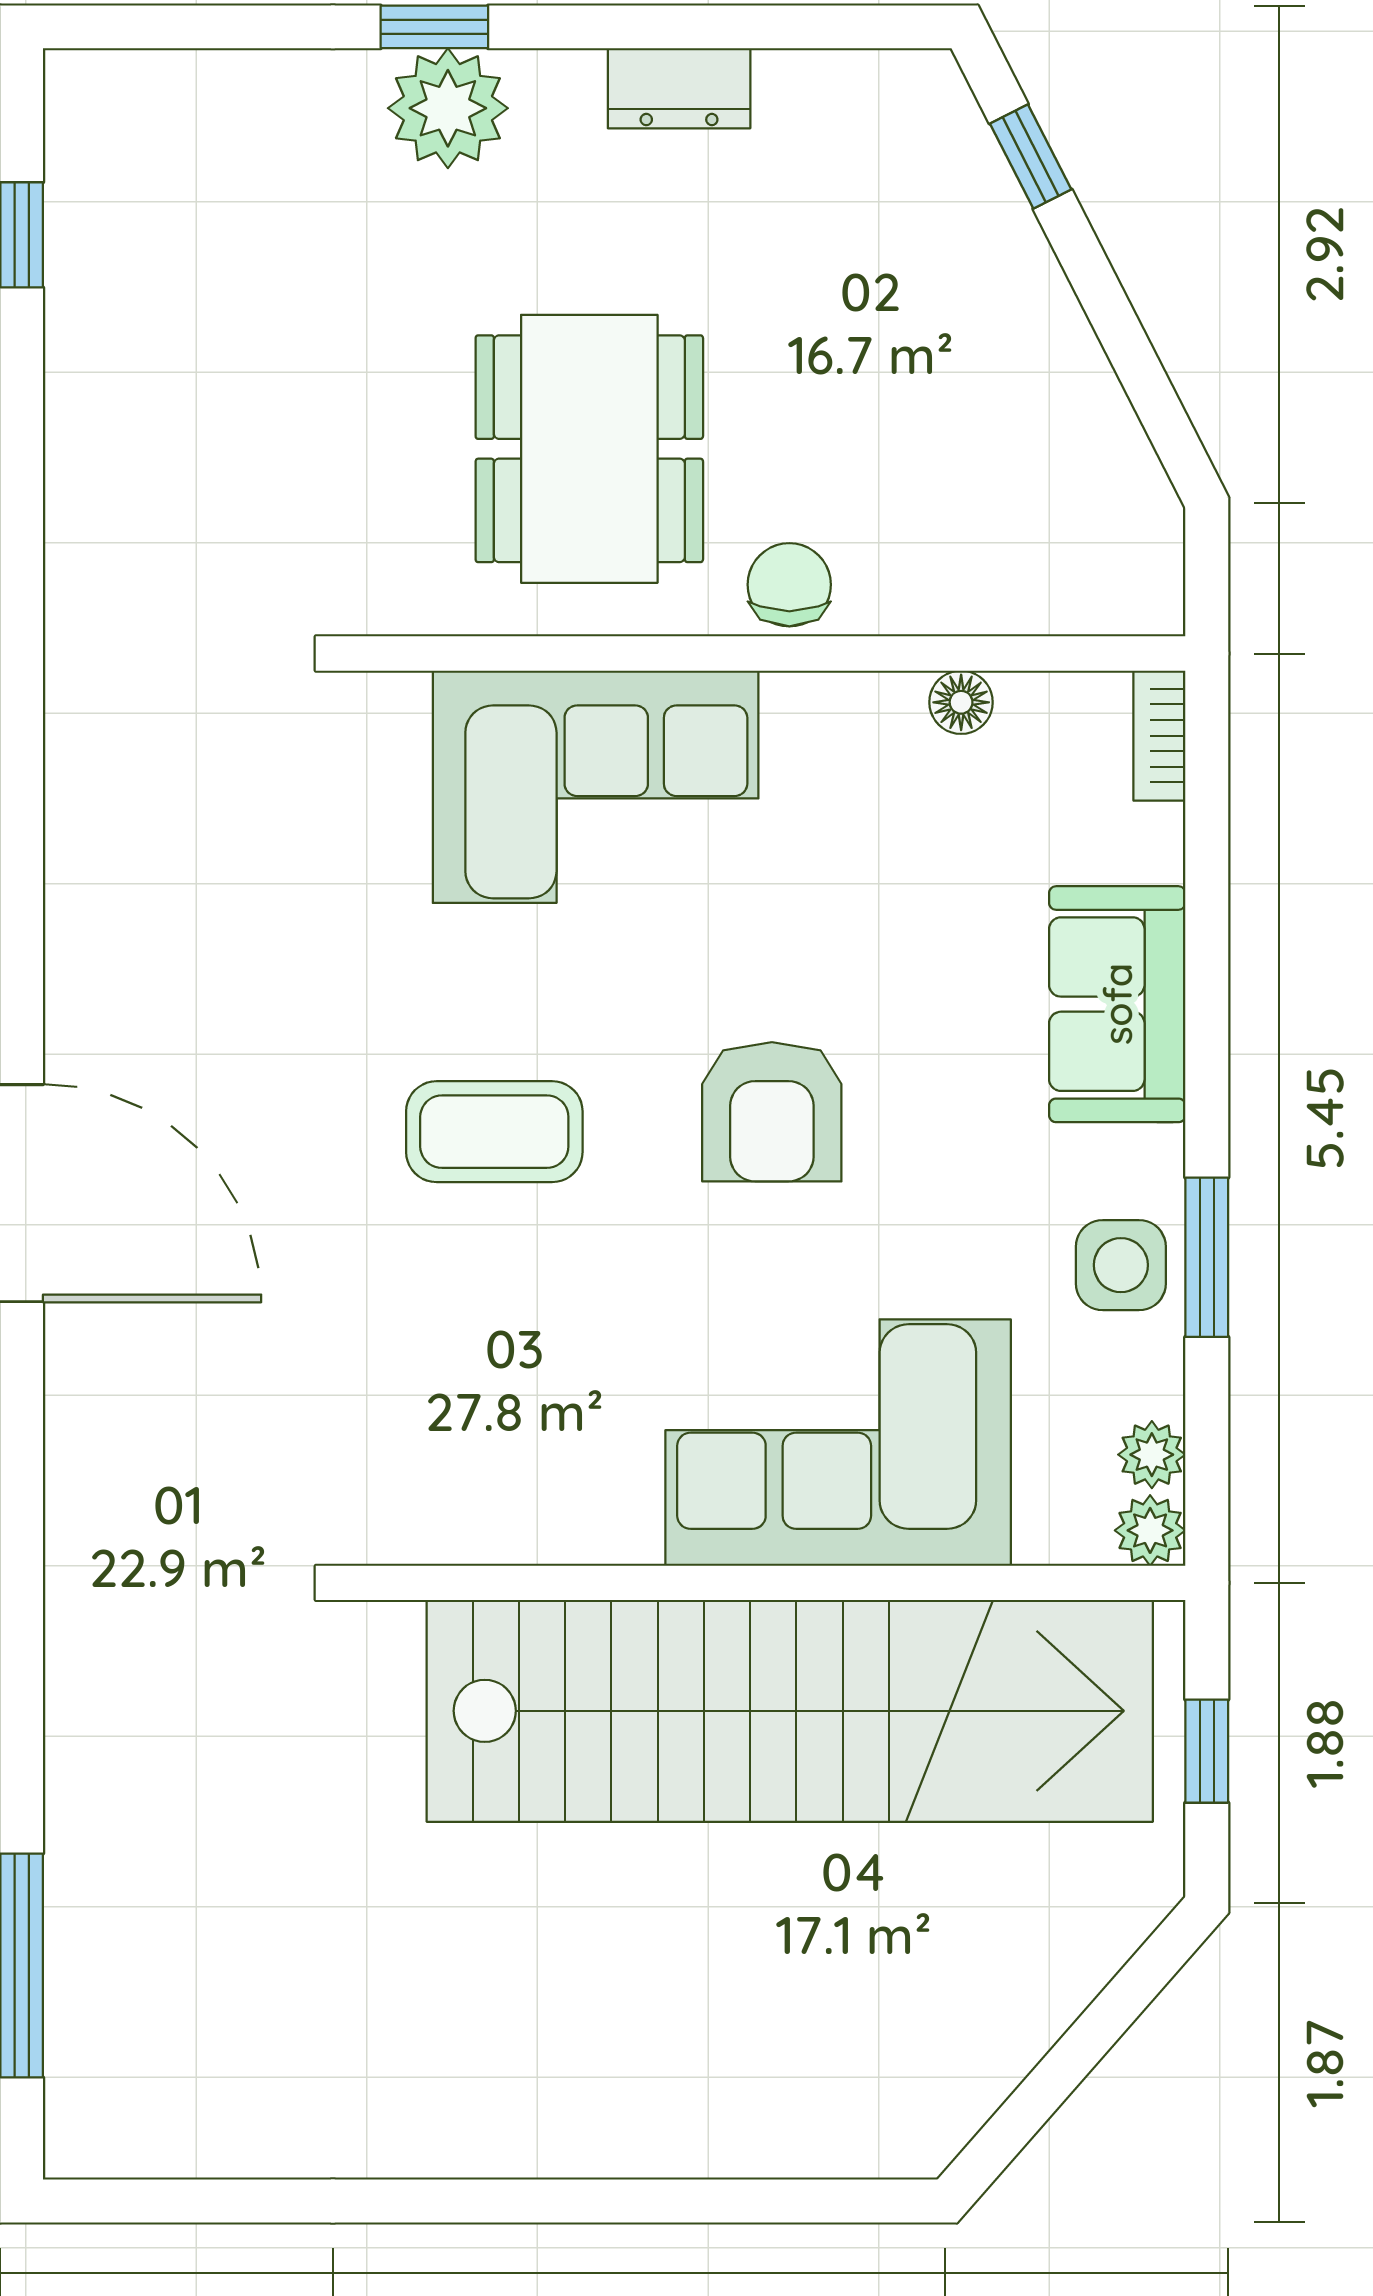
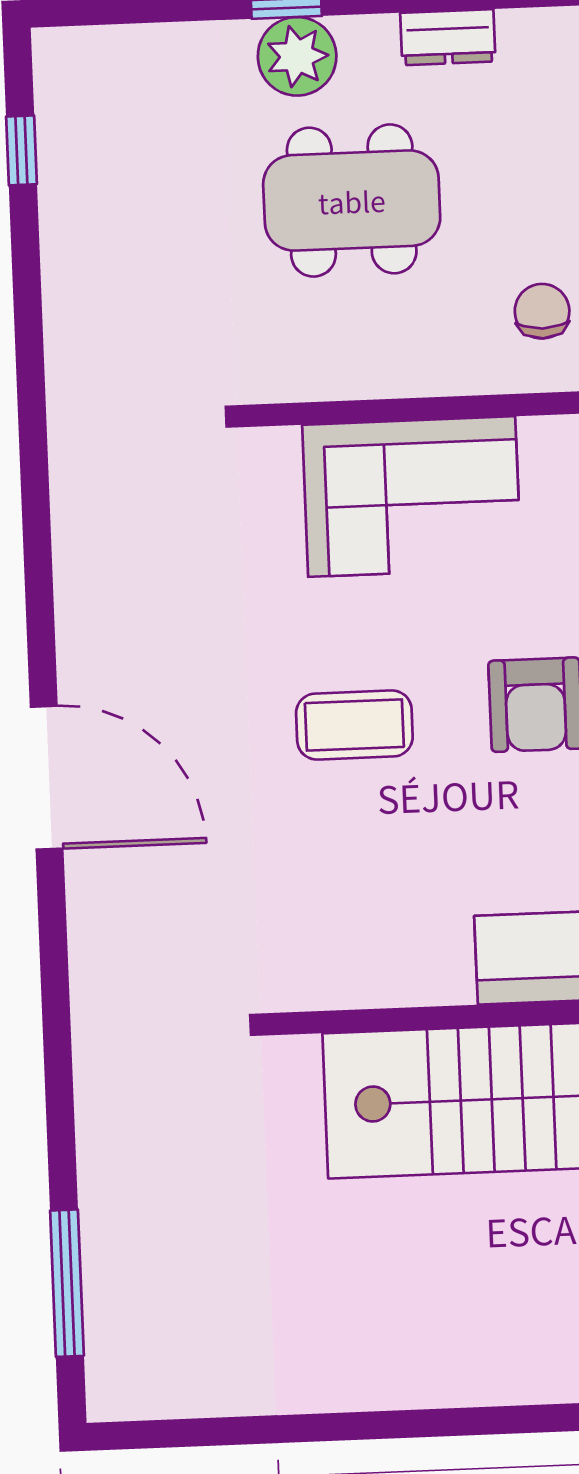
dining table: (589, 449) -> (352, 201), moved, turned 90
chair: (789, 585) -> (542, 311), moved

